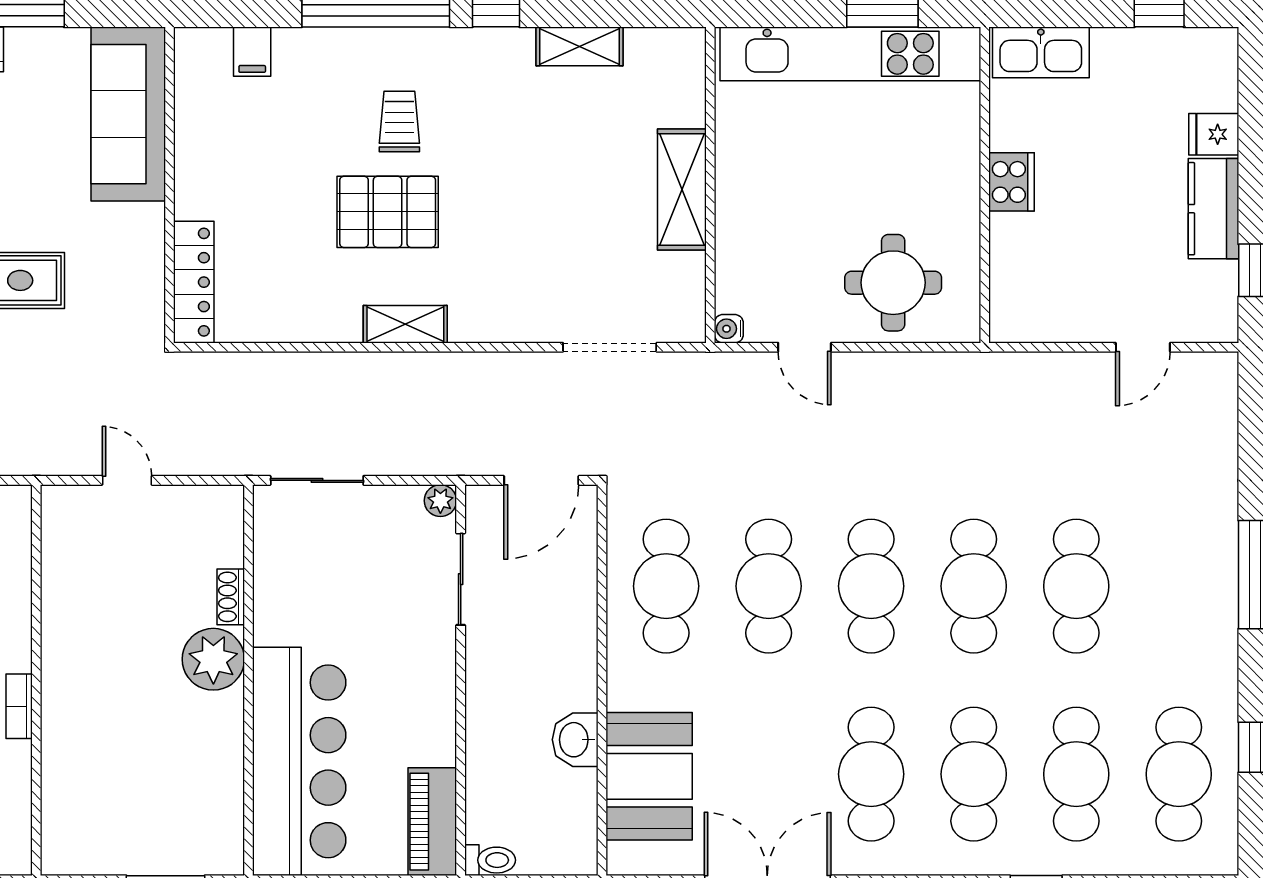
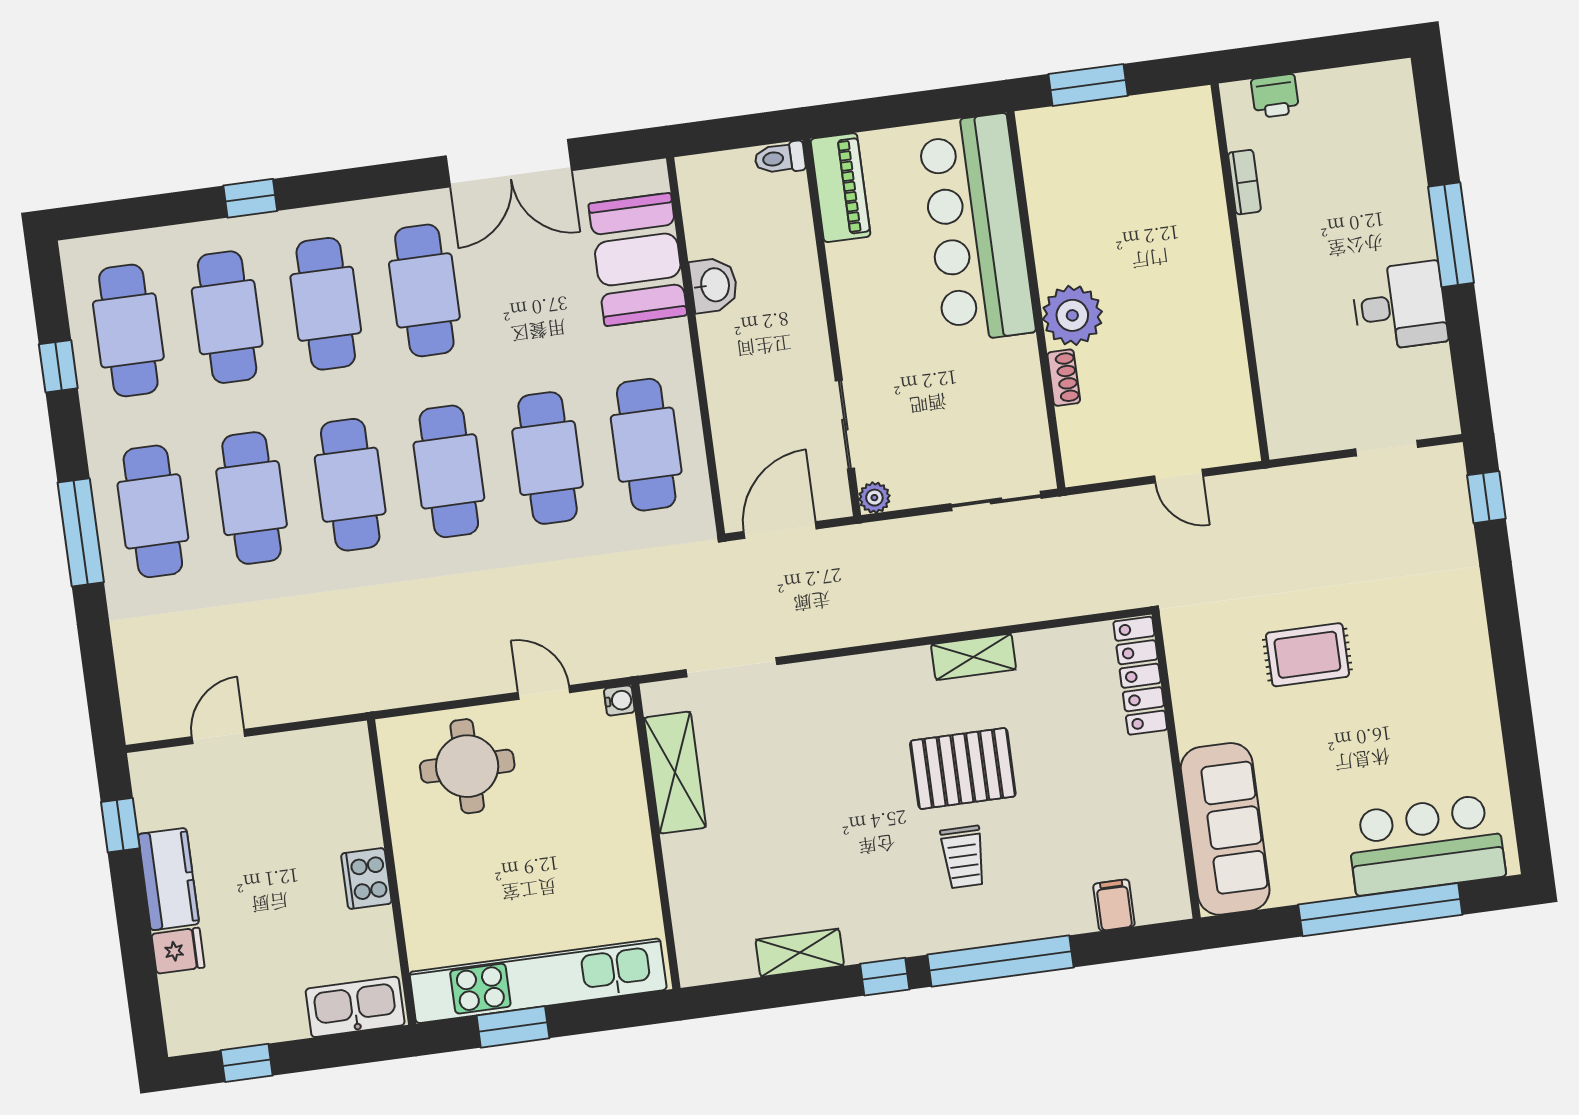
shelving: (682, 190) -> (675, 773), moved
shelving: (405, 324) -> (974, 657), moved
cafe table: (1179, 586) -> (153, 511), added
bookcase: (19, 706) -> (1245, 182), moved

